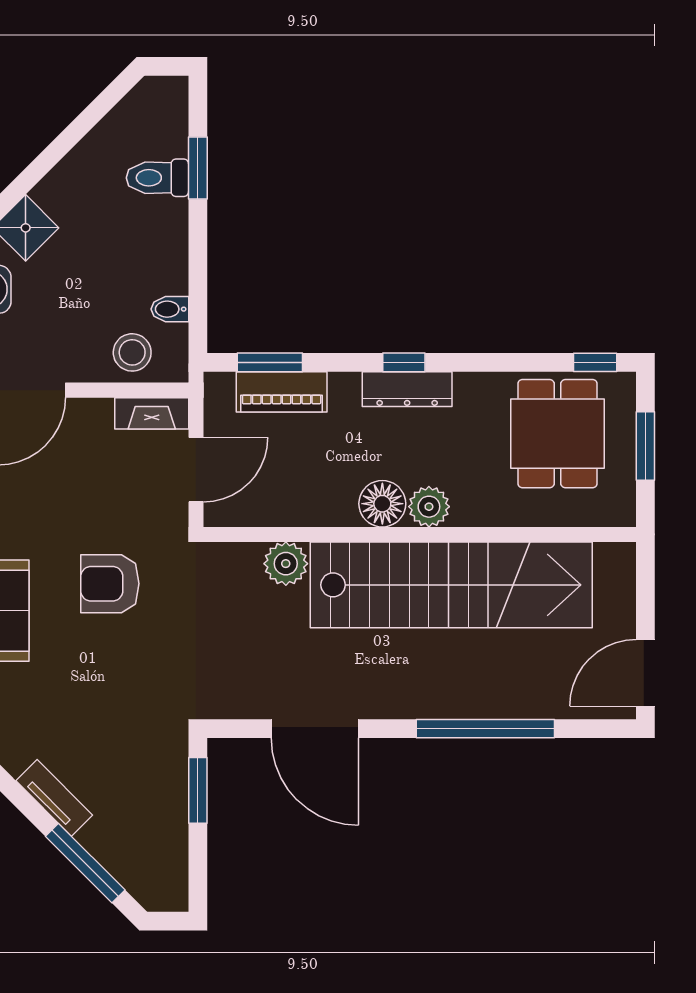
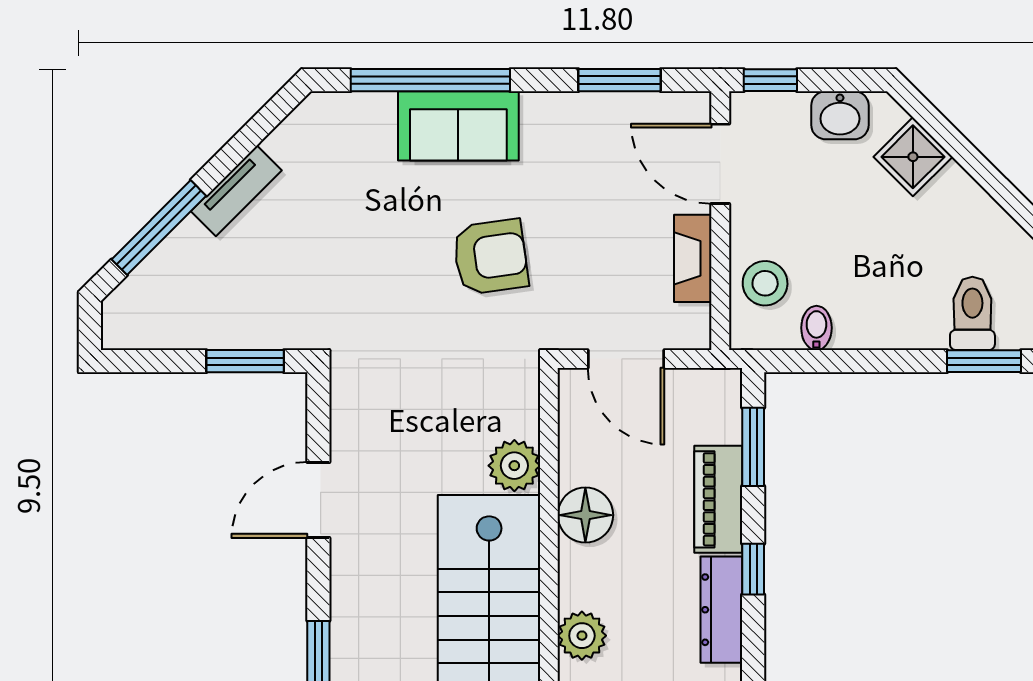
window: (404, 362) -> (753, 569), moved
piano: (282, 392) -> (718, 499), moved
fireplace: (152, 413) -> (693, 258), moved
floor lamp: (382, 504) -> (585, 515), moved
armchair: (110, 584) -> (490, 257), turned 82
door: (315, 729) -> (318, 500), width x0.73

